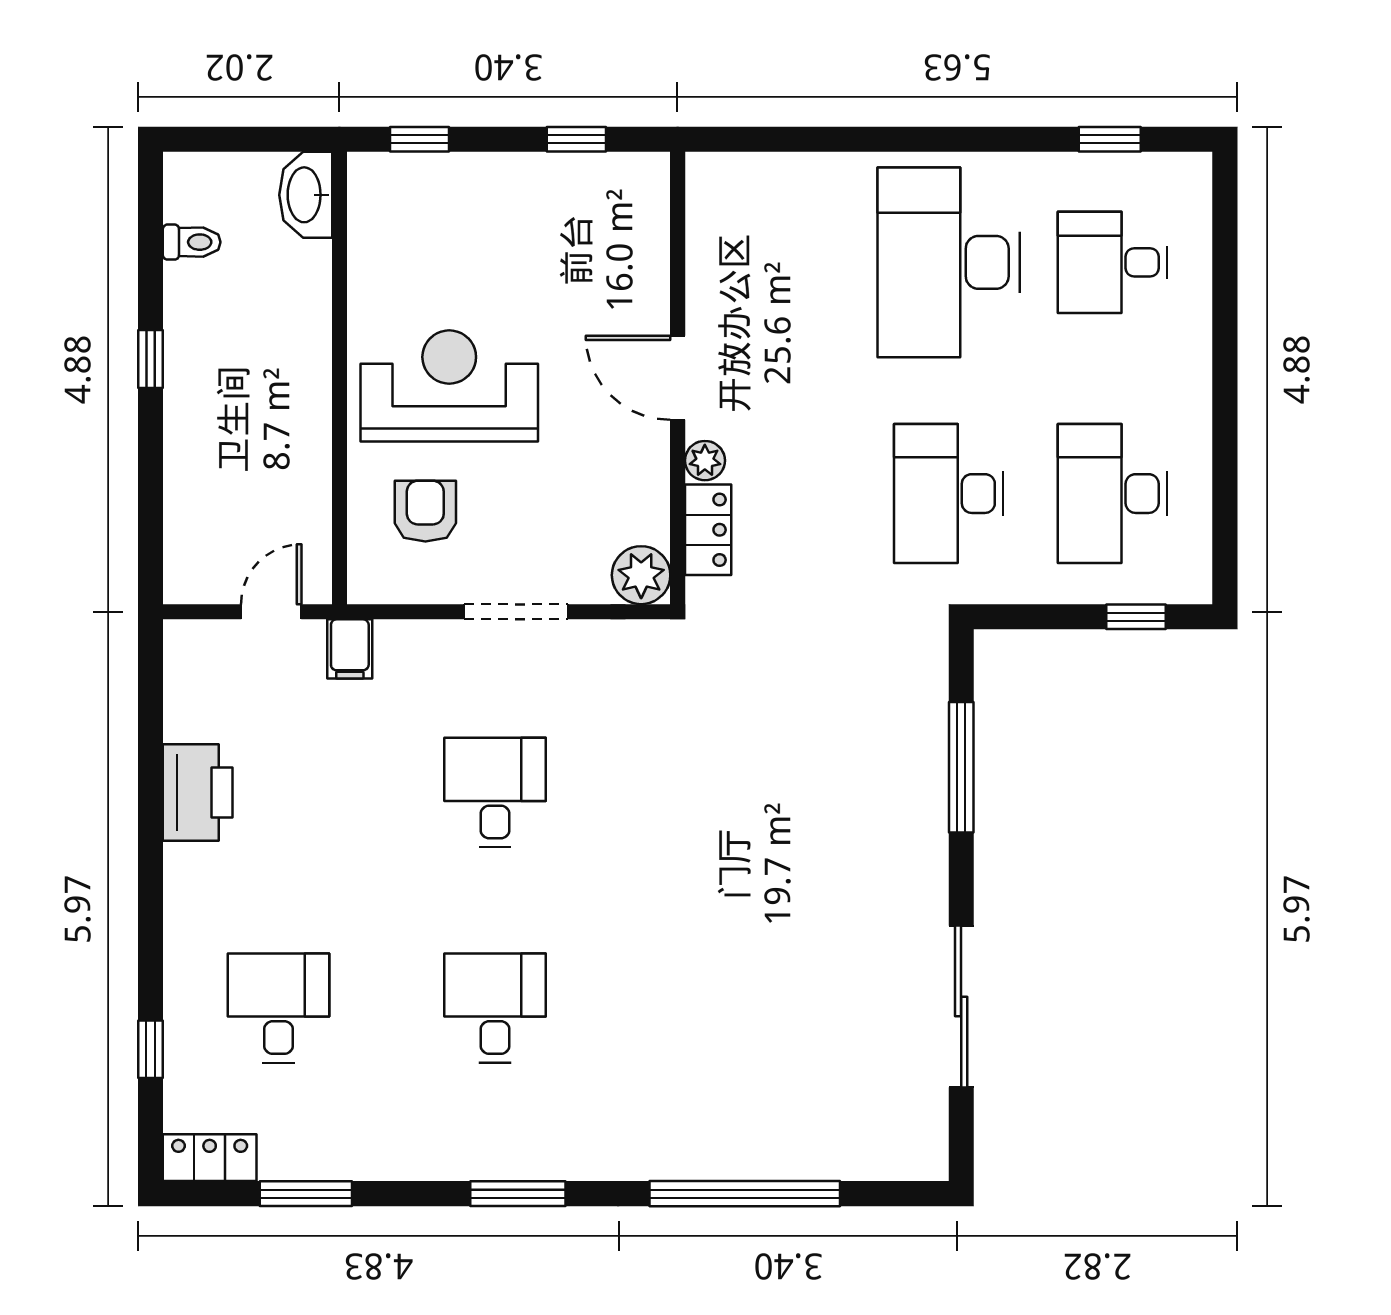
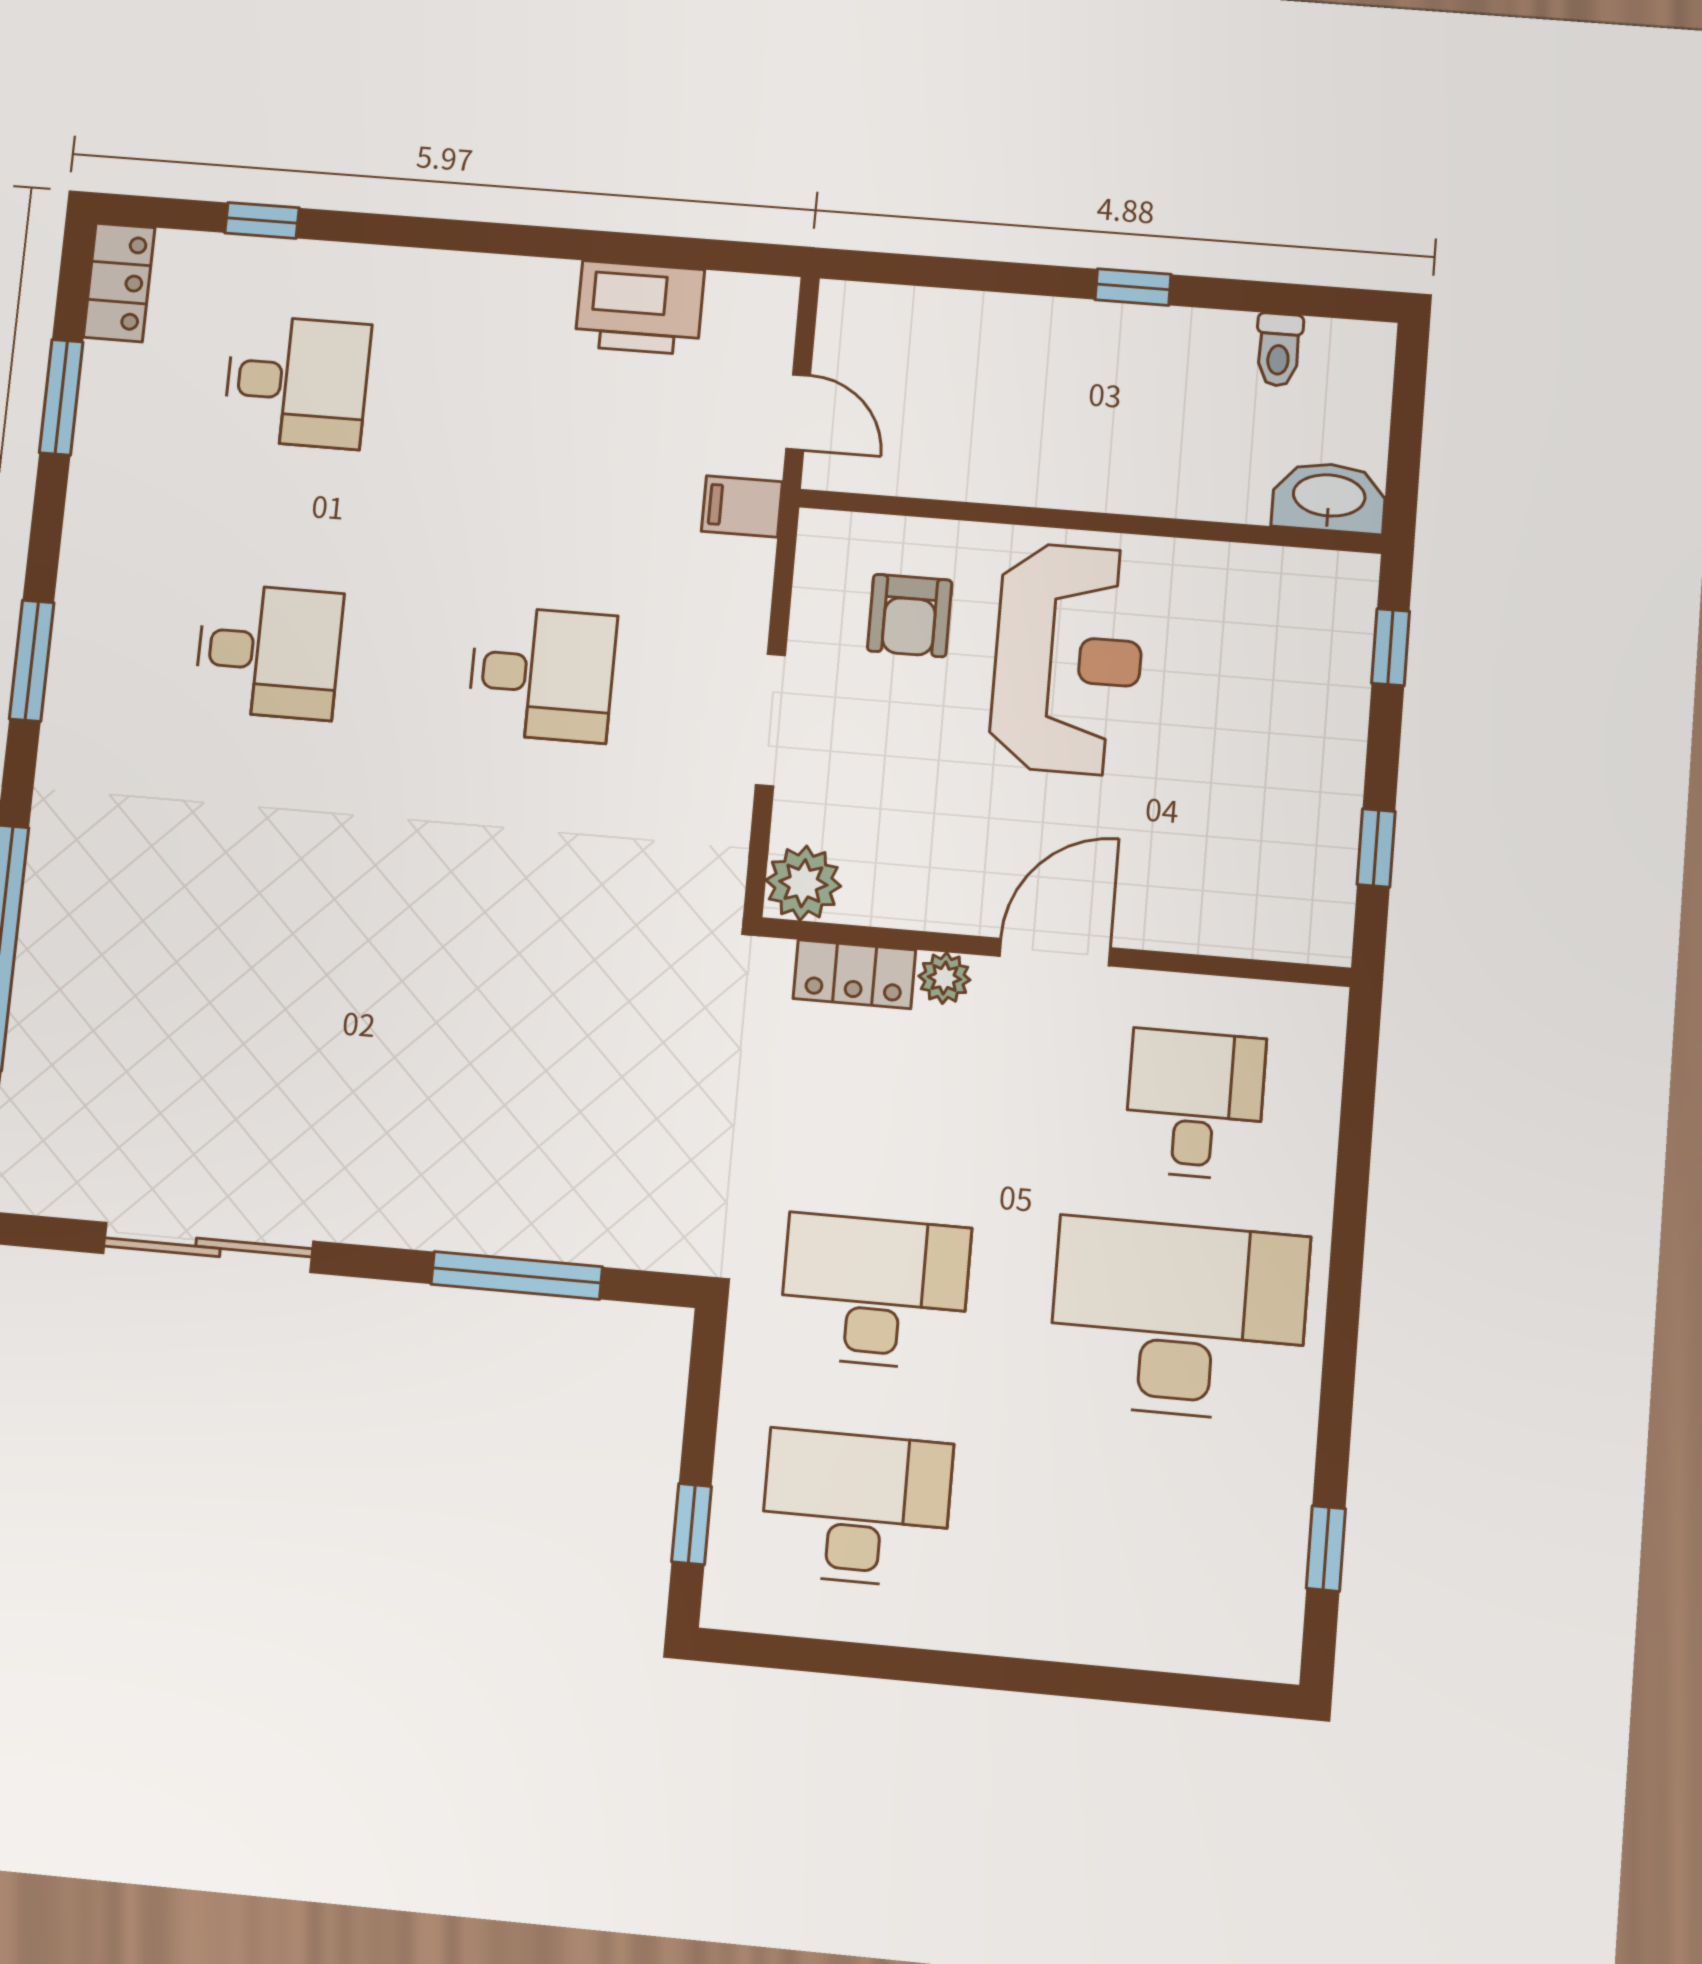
desk: (1113, 262) -> (1195, 1104), moved
armchair: (425, 511) -> (910, 616), turned 90
printer: (198, 792) -> (640, 308), moved

